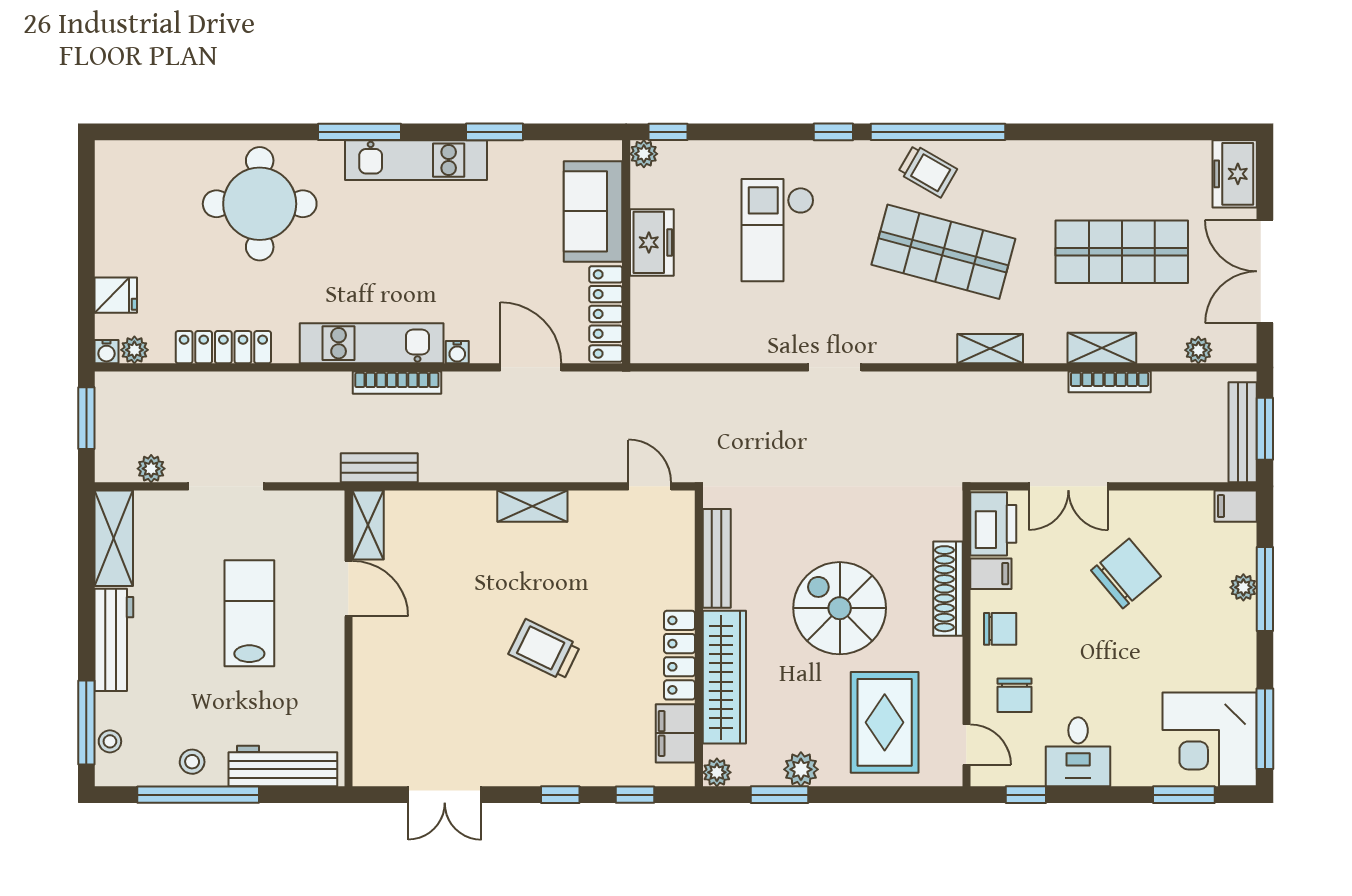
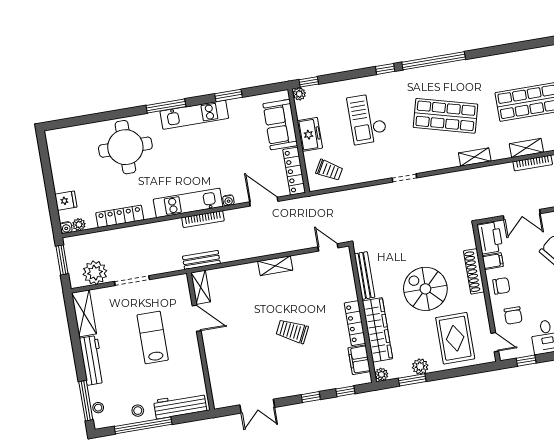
trolley: (928, 171) -> (329, 170), moved
plant: (151, 469) -> (95, 273), width x1.88, depth x1.88

